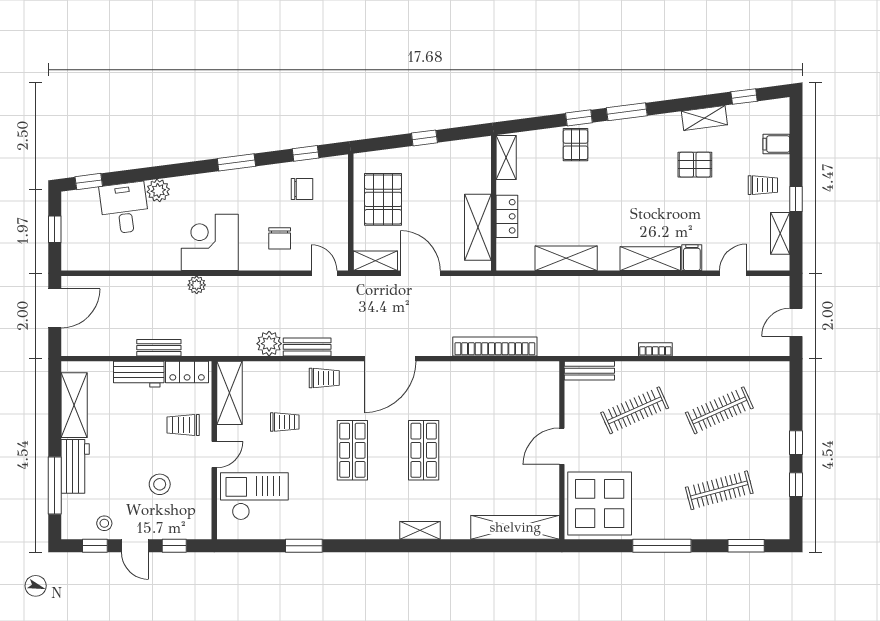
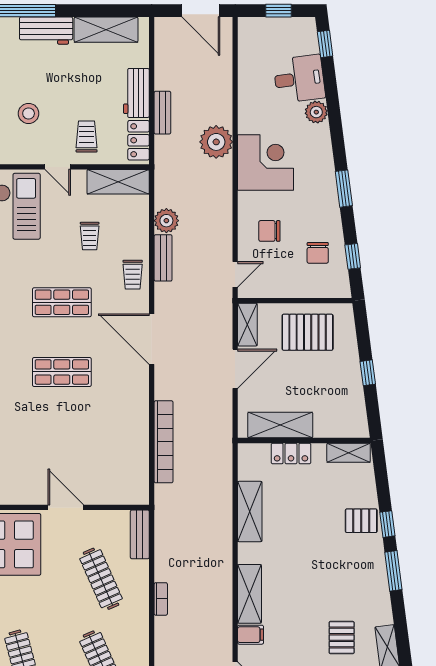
plant: (197, 285) -> (216, 142), width x1.88, depth x1.88

